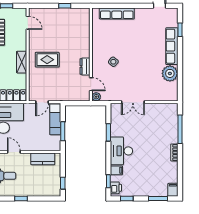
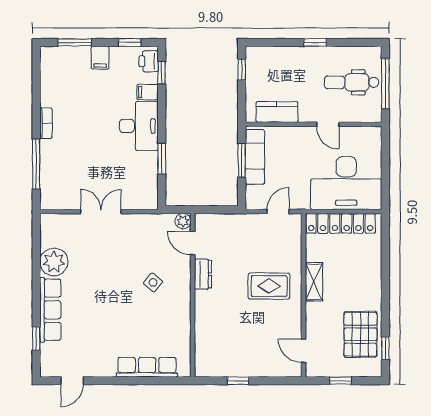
double door: (133, 102) -> (101, 212), moved
exam couch: (55, 119) -> (255, 157), moved
filing cabinet: (173, 190) -> (100, 58), moved

